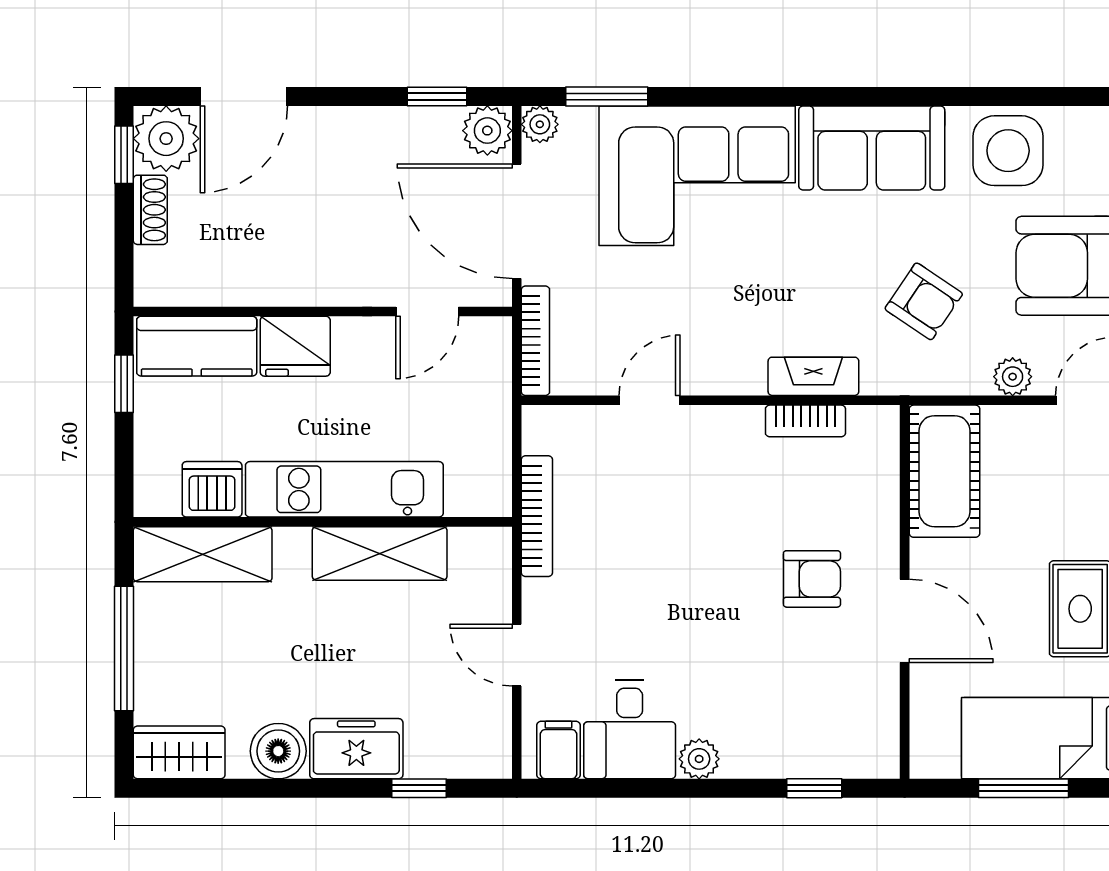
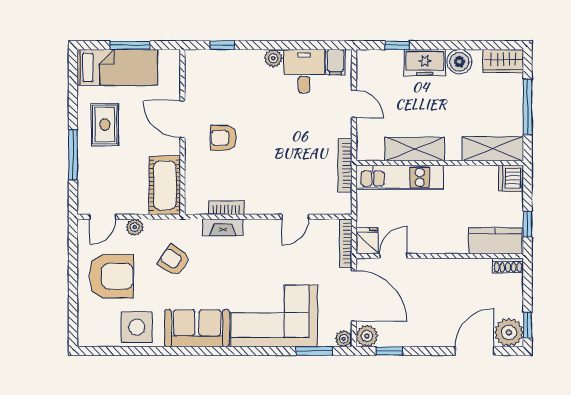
shoe rack: (150, 210) -> (508, 266), moved, turned -90
fridge: (295, 346) -> (367, 241), moved, width x0.72
dishwasher: (212, 489) -> (511, 178), moved, turned 90
kitchen unit: (344, 489) -> (400, 177), moved

